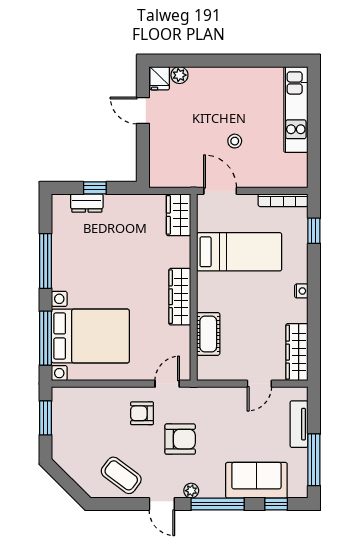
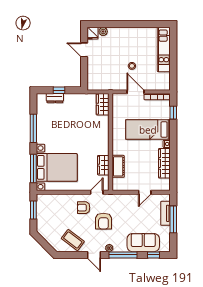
door: (220, 191) -> (135, 92), moved
bed: (239, 252) -> (148, 130), moved, turned 180
wardrobe: (180, 297) -> (103, 165), moved, width x0.67
wardrobe: (297, 352) -> (164, 163), moved
armchair: (180, 439) -> (103, 221), turned 90
window: (314, 460) -> (173, 219), moved

